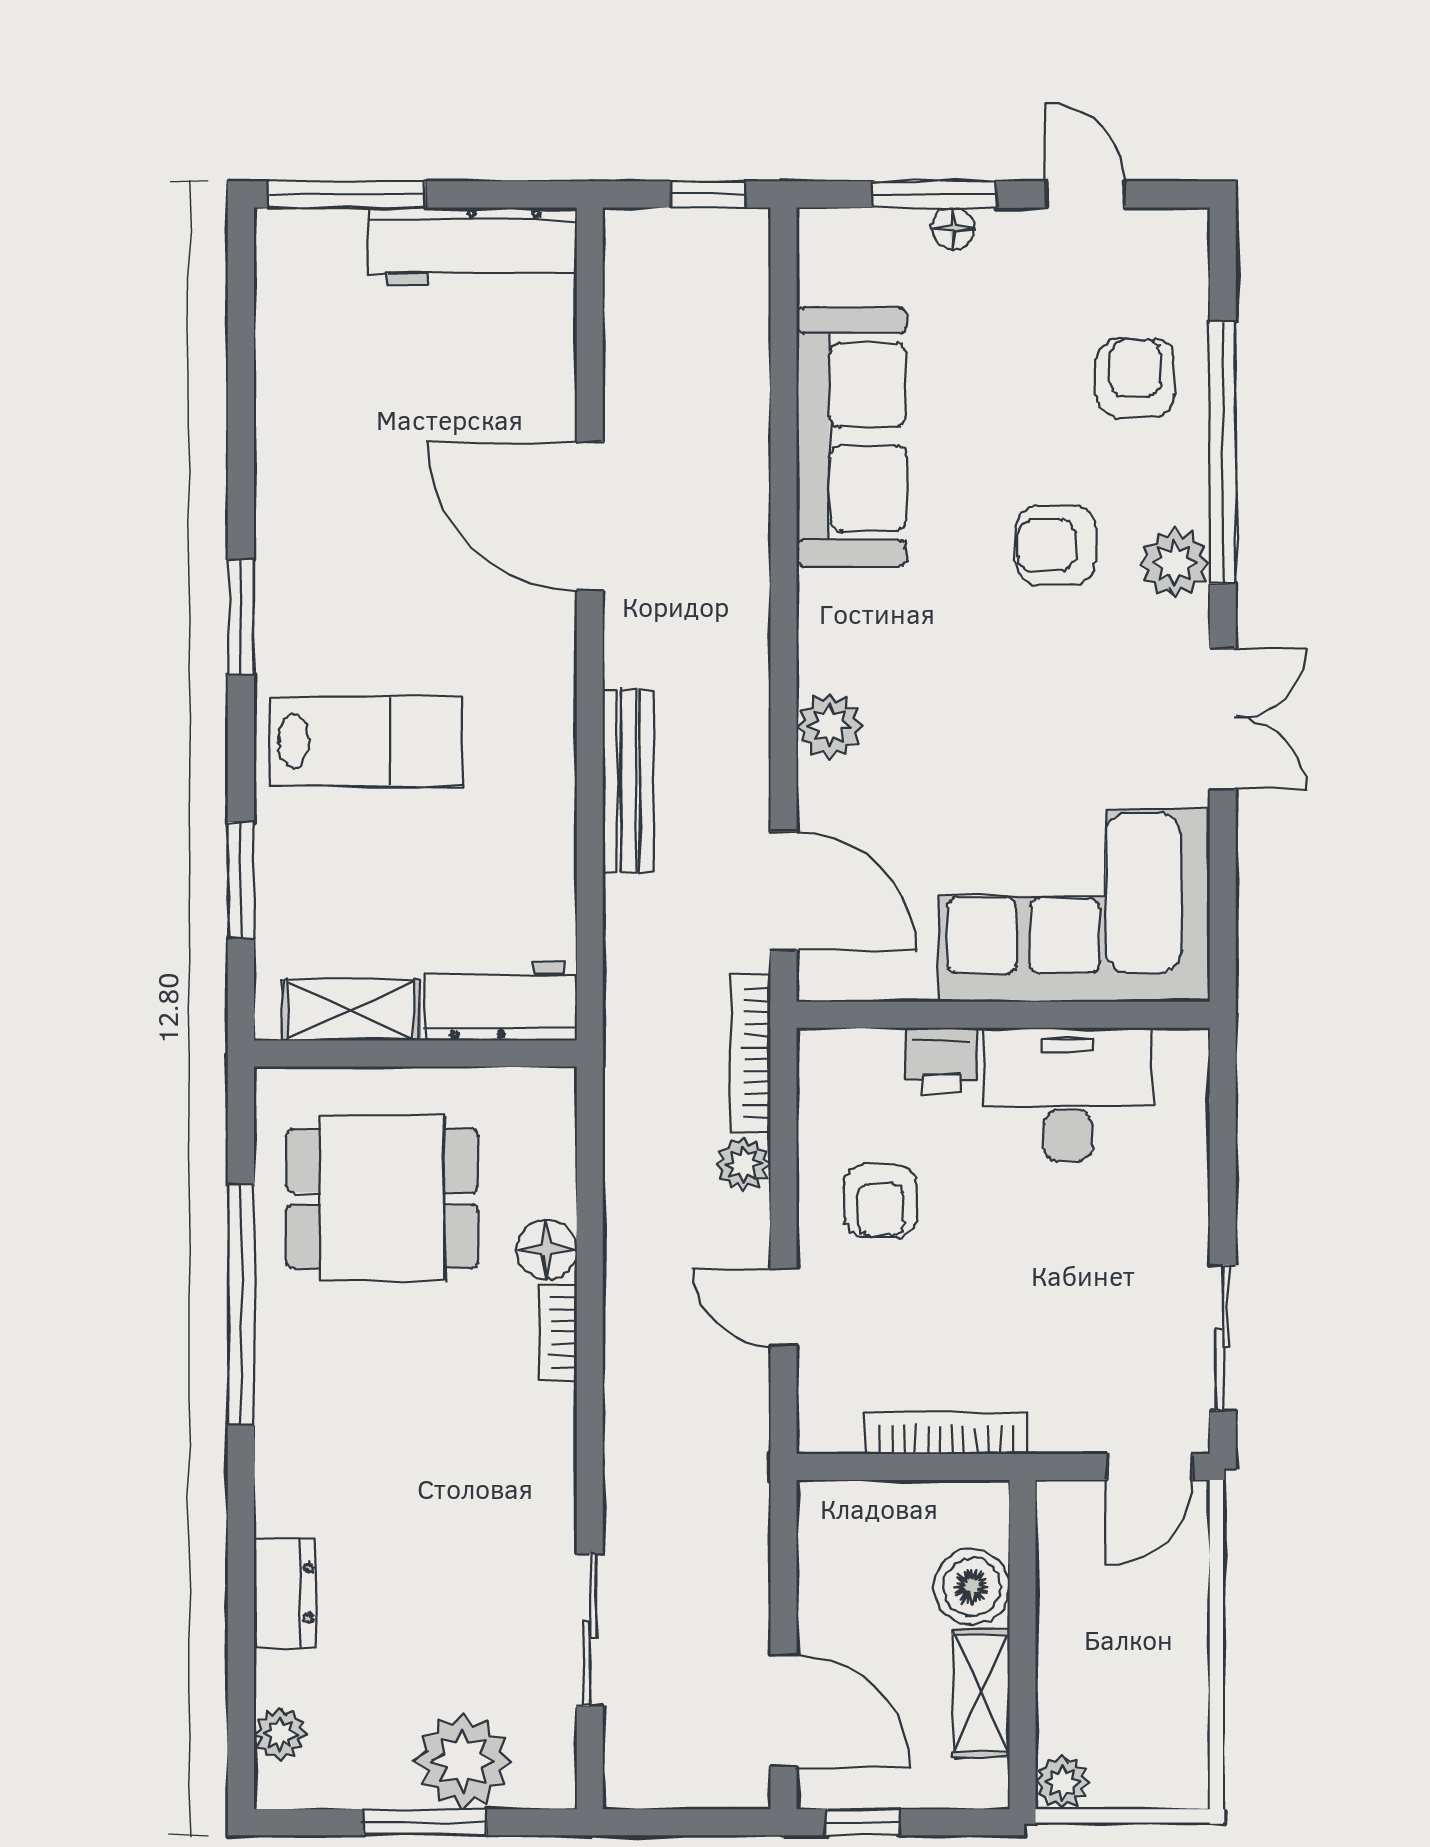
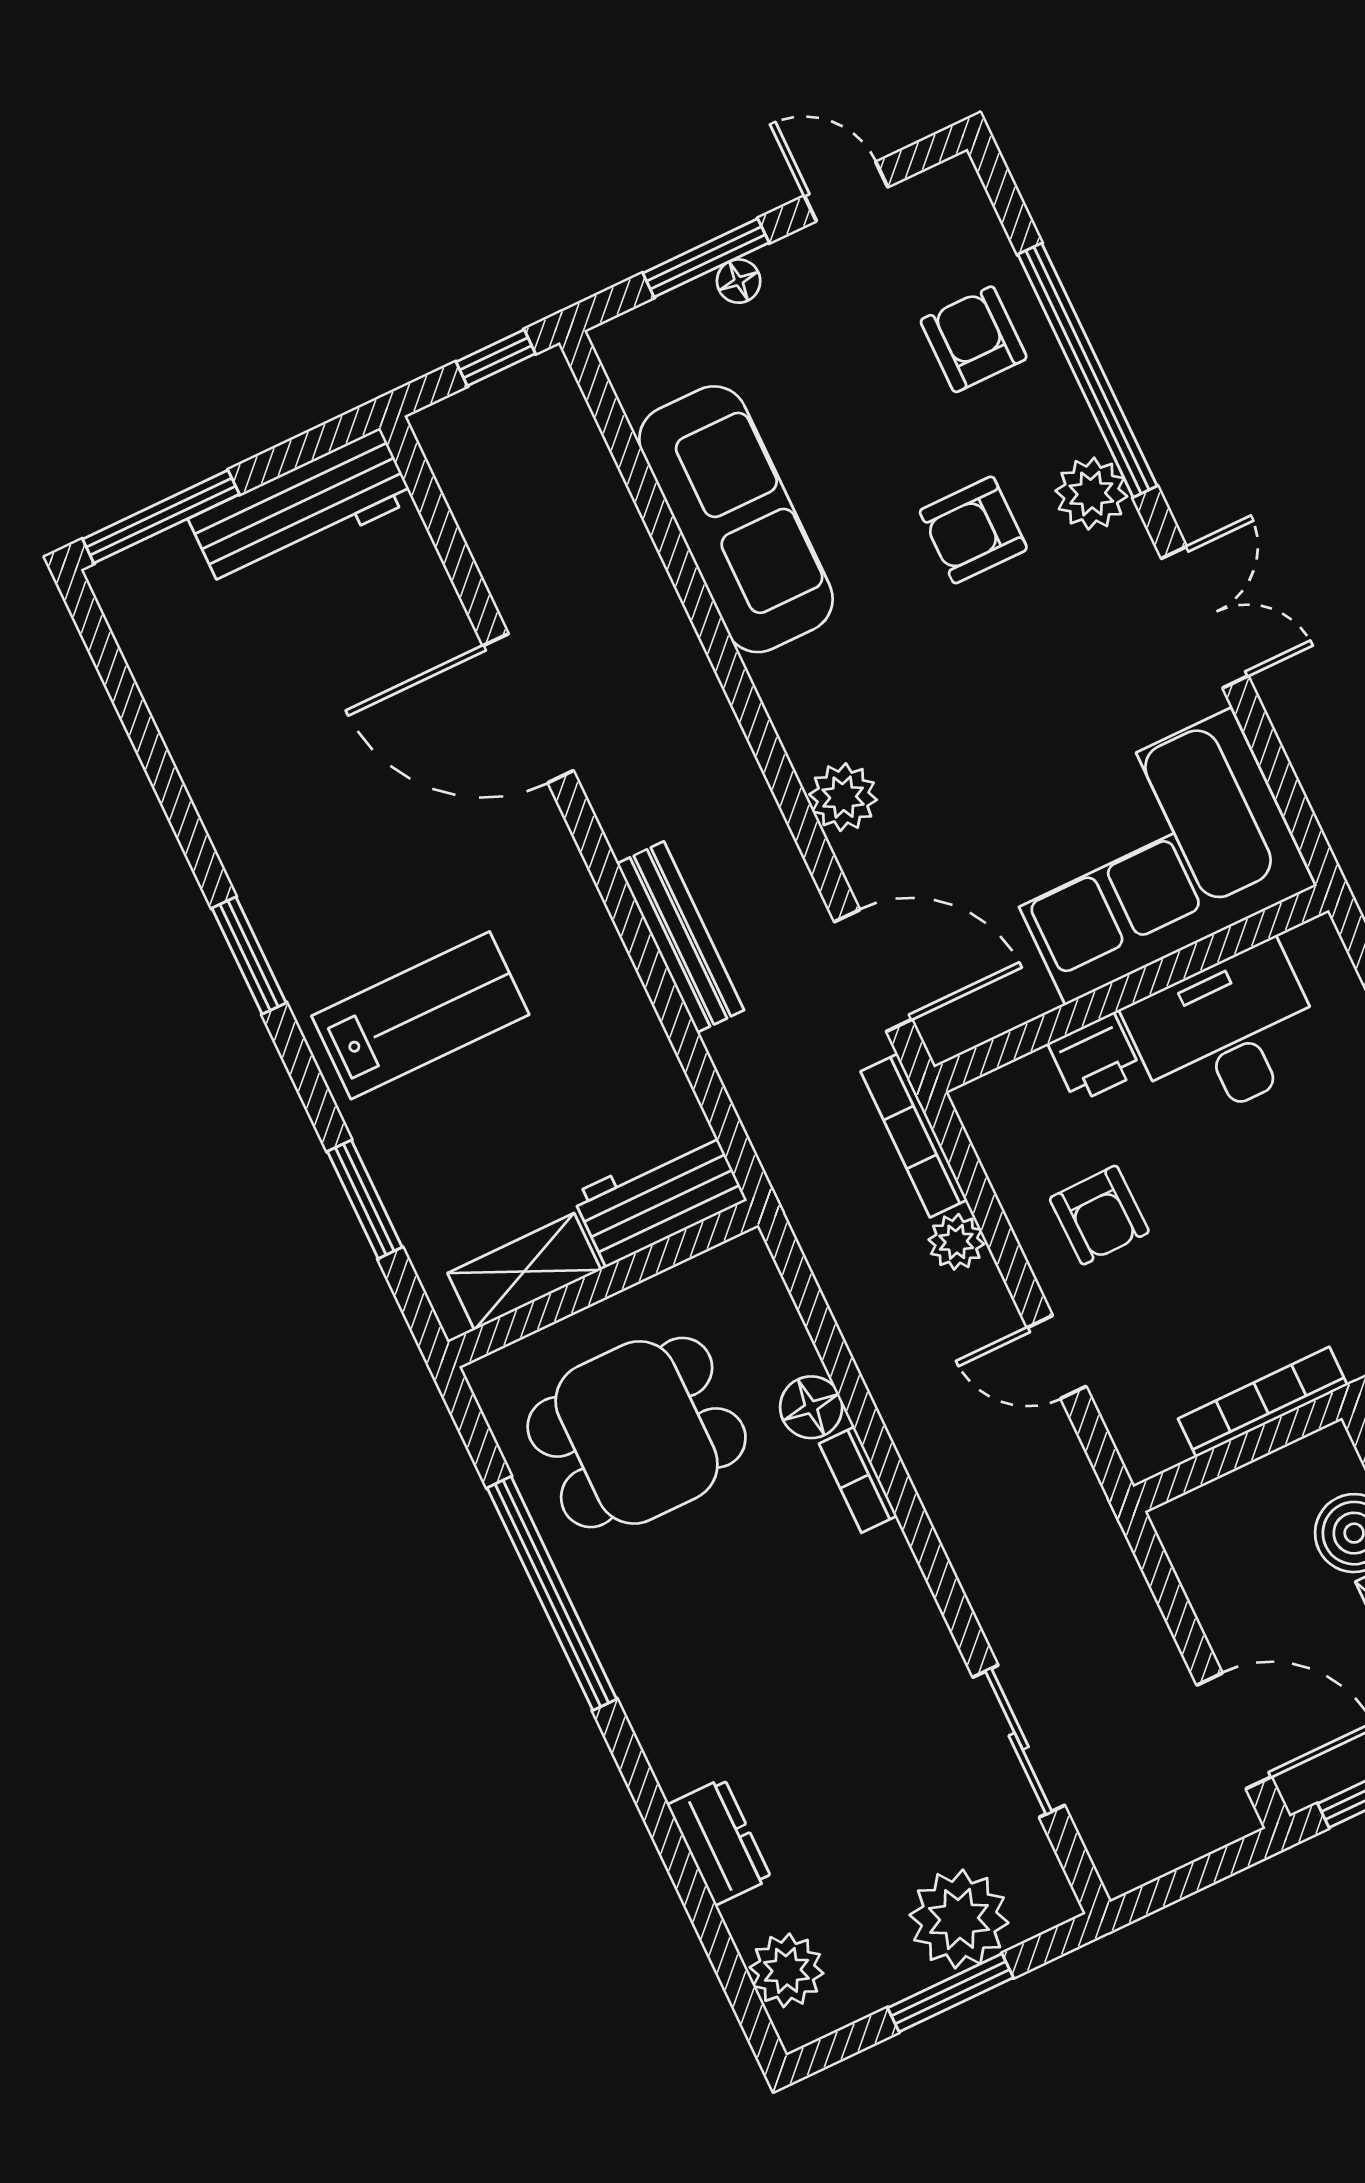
plant: (280, 1734) -> (787, 1970), width x1.38, depth x1.38

